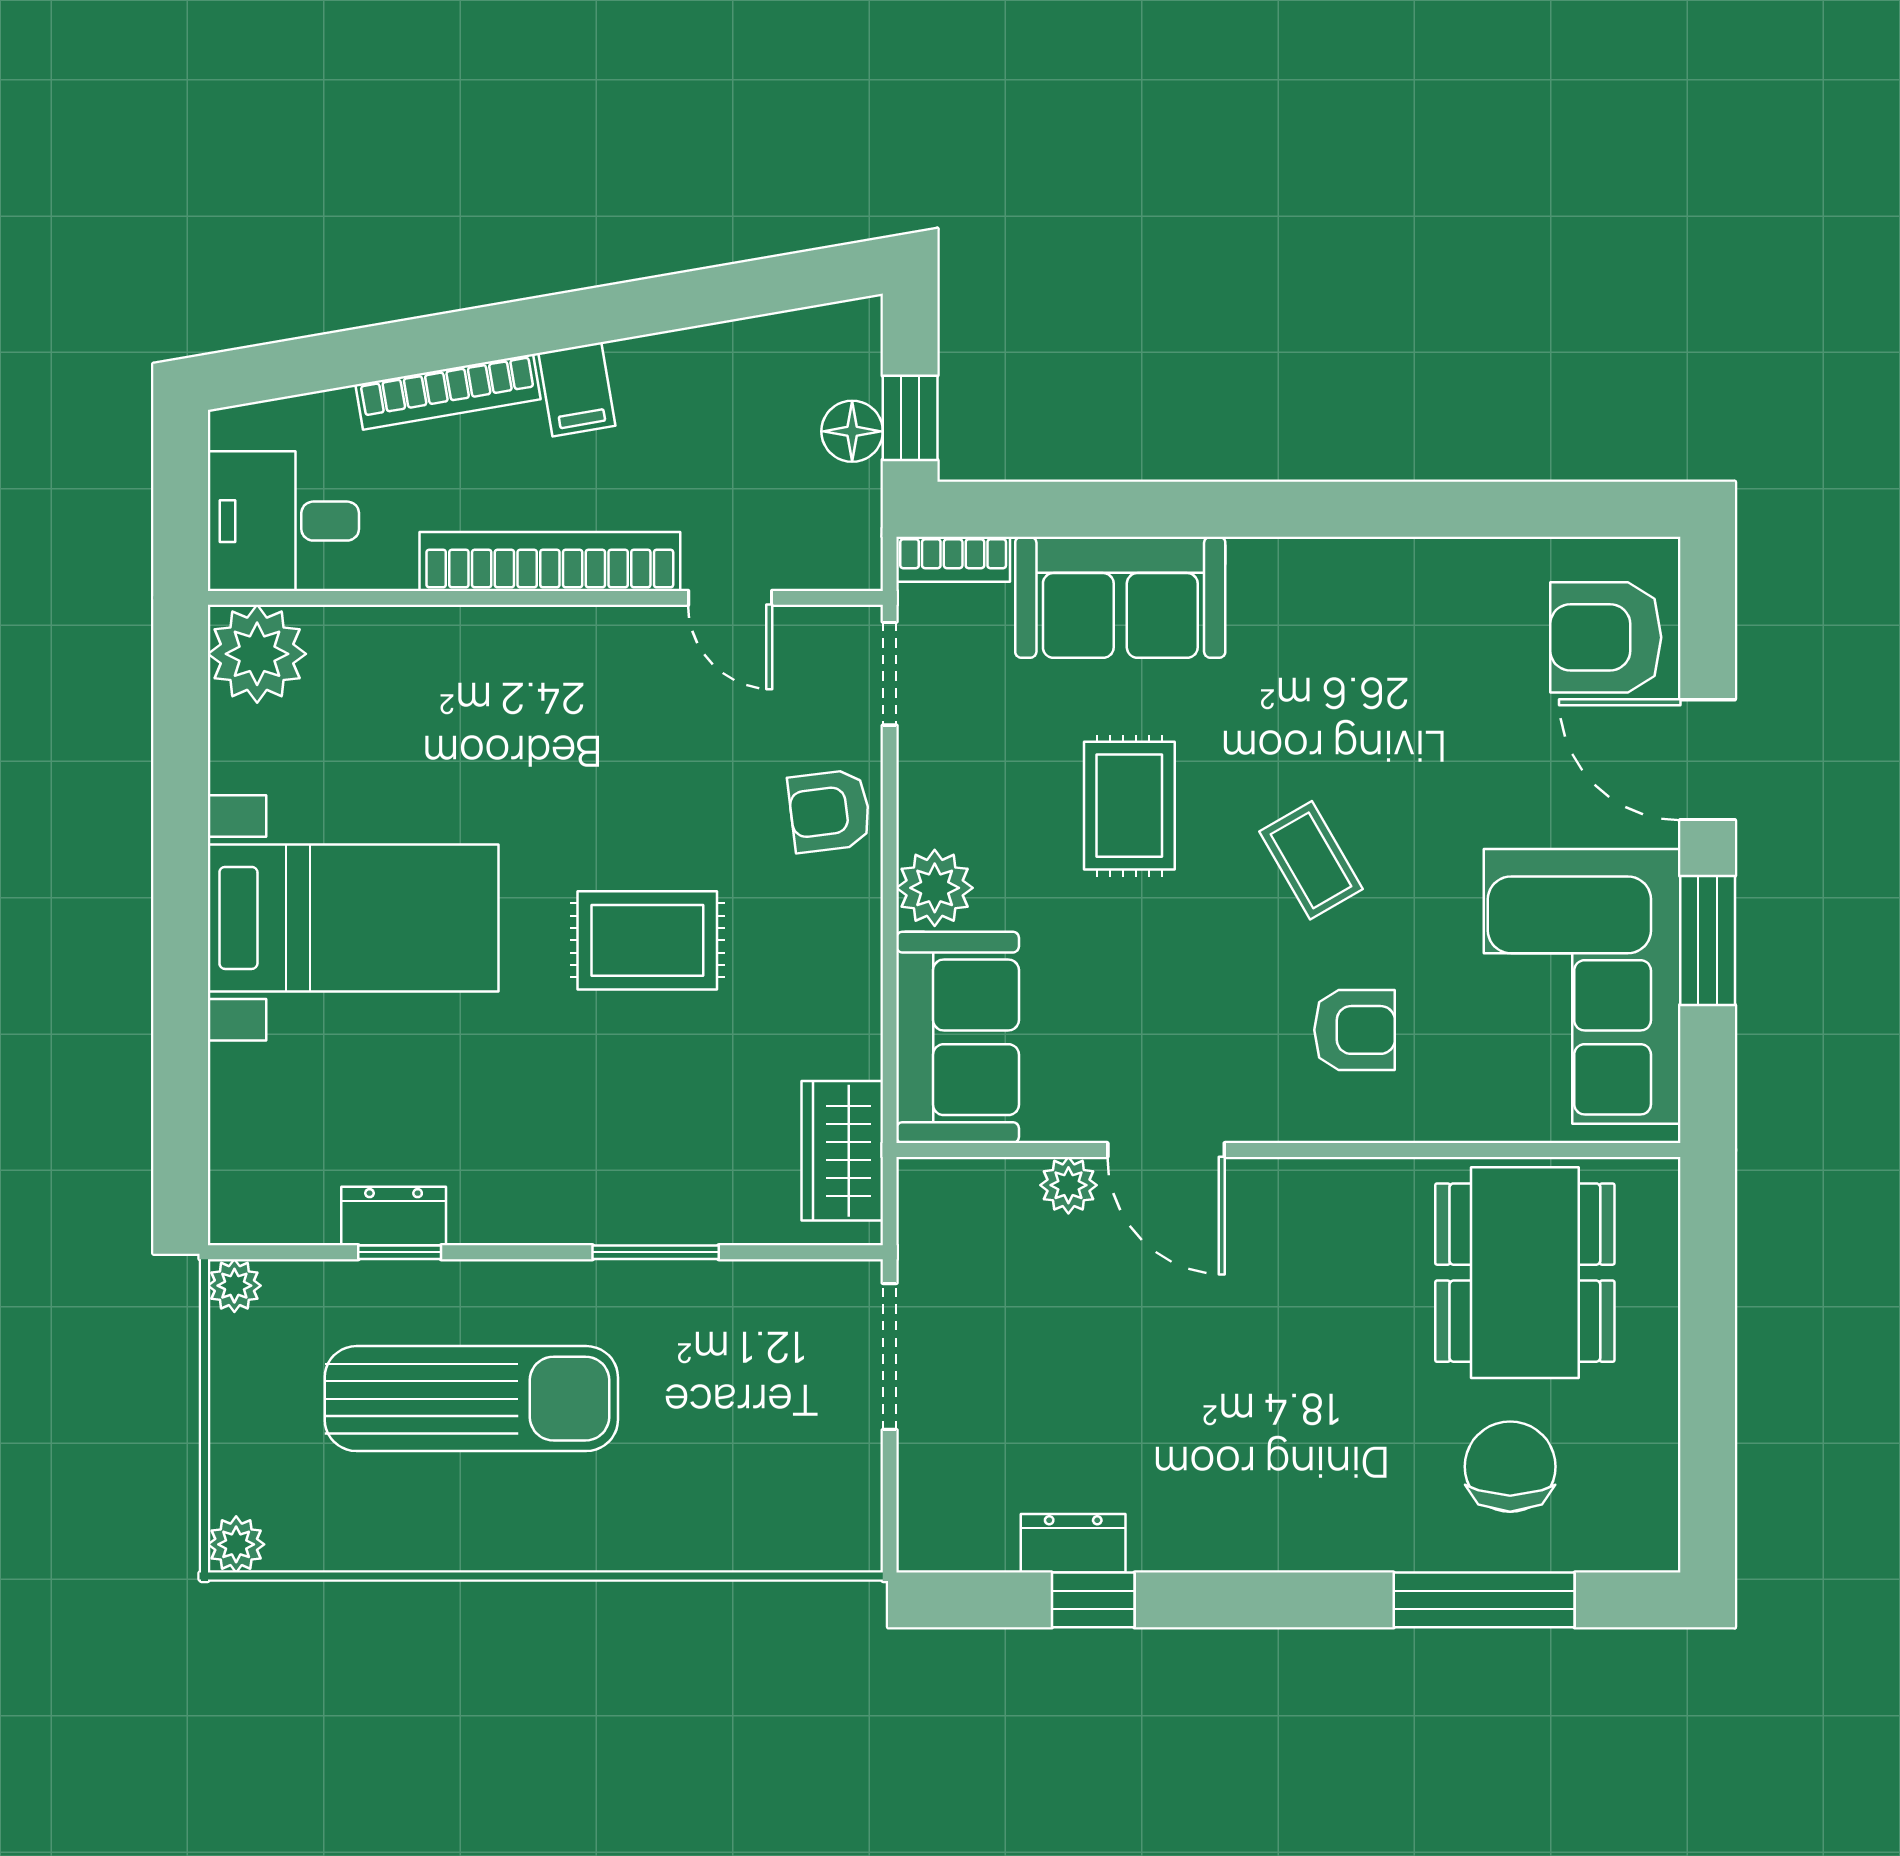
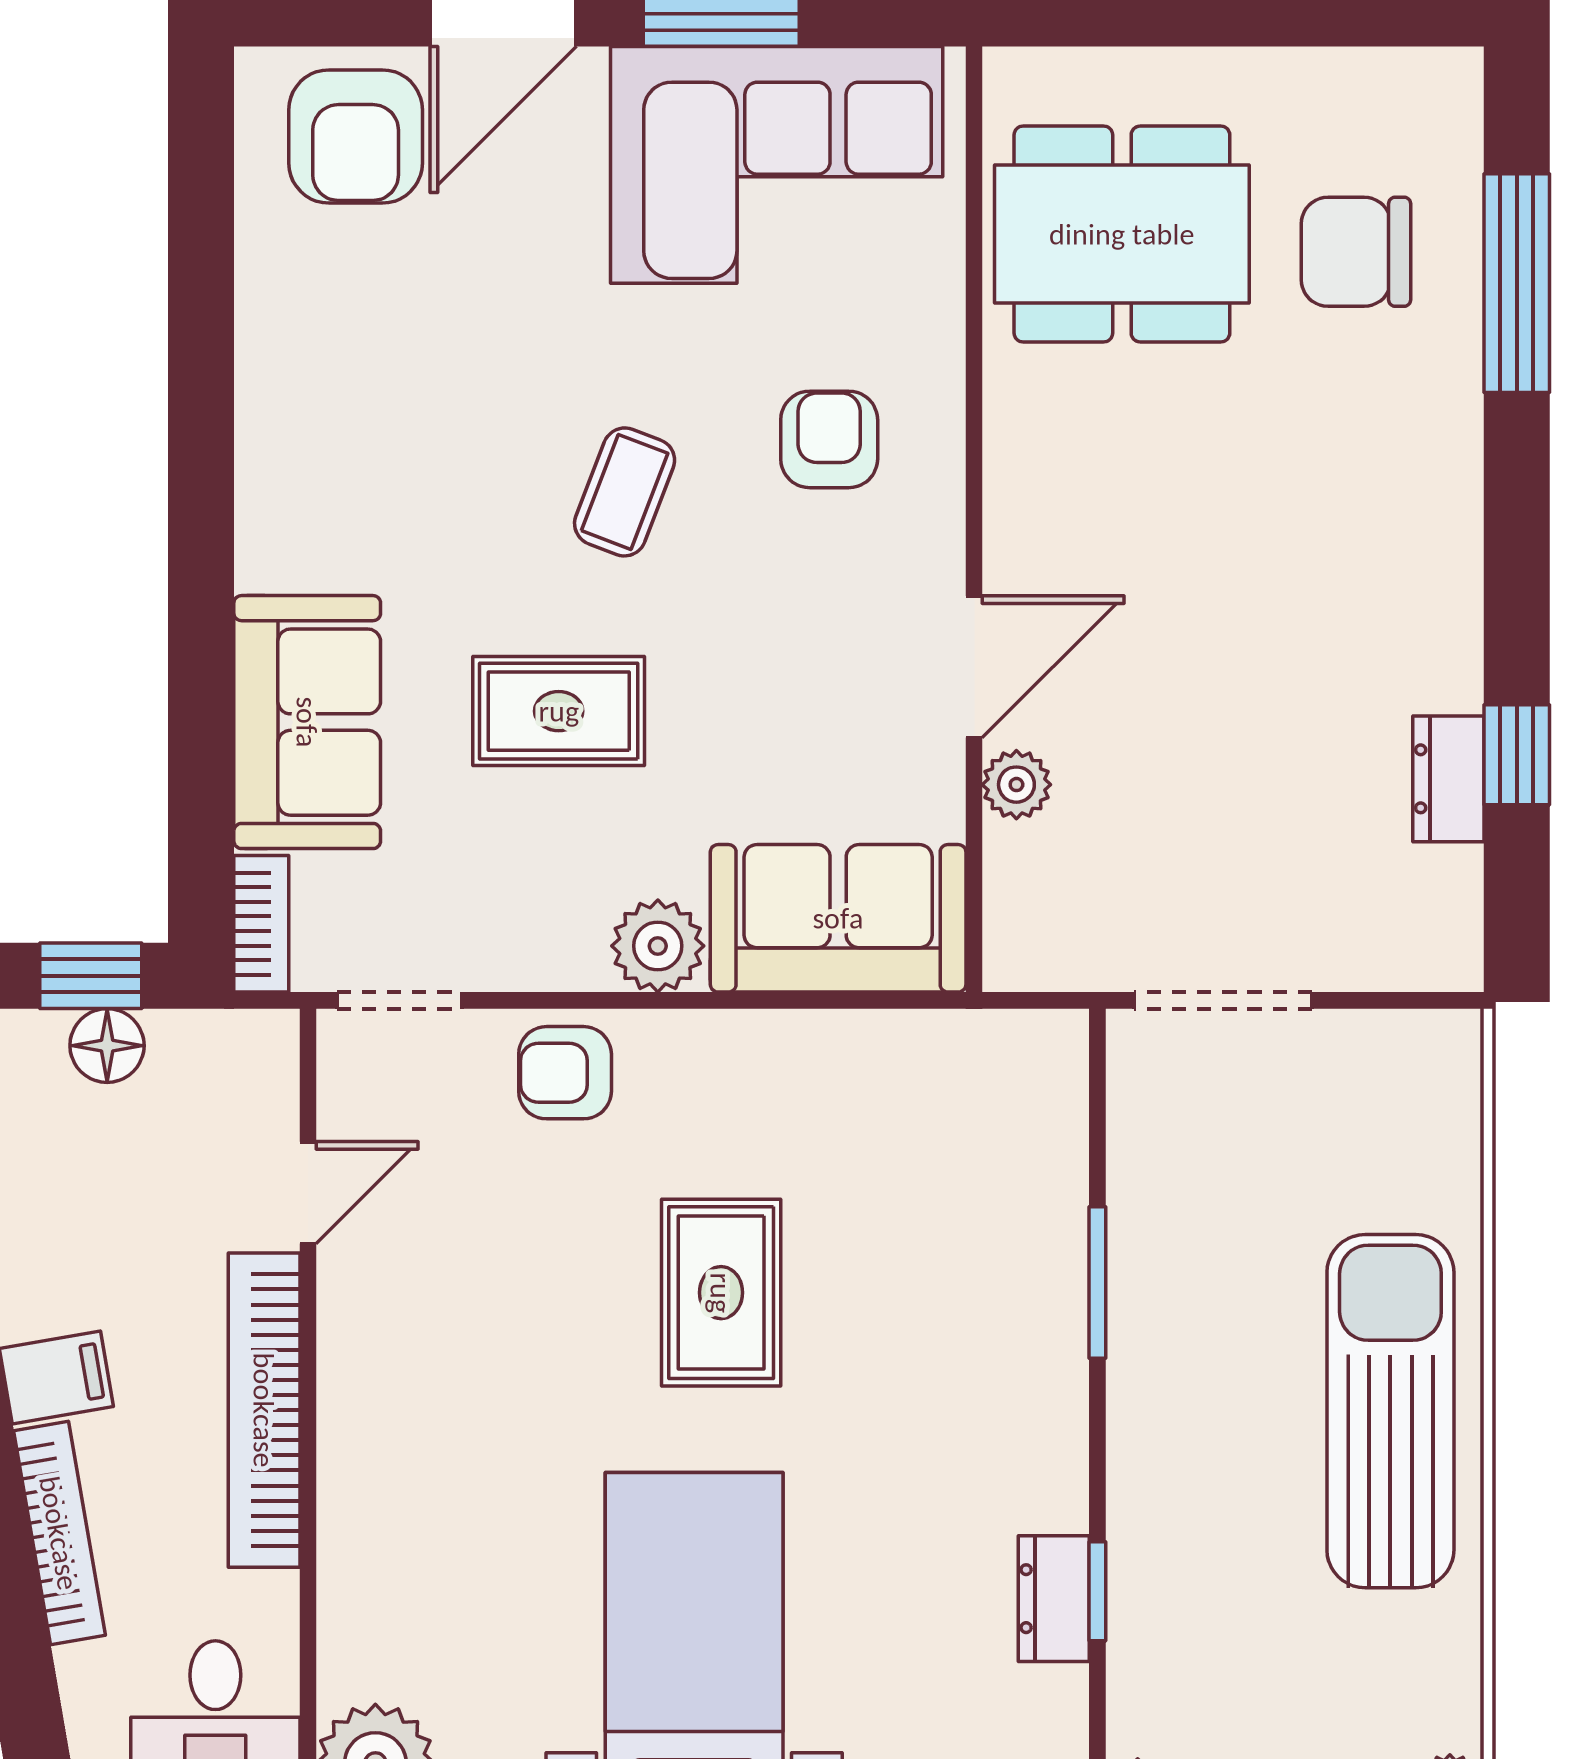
armchair: (830, 811) -> (565, 1073), turned 97
coffee table: (1311, 860) -> (625, 492), turned -39
wardrobe: (842, 1151) -> (975, 1057), removed
sun lounger: (471, 1399) -> (1390, 1411), moved

